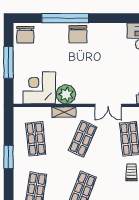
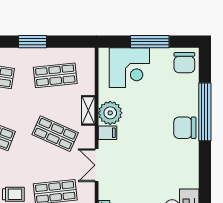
chair: (25, 35) -> (184, 63), turned -90
corner desk: (39, 88) -> (129, 68), moved, turned 90
filing cabinet: (82, 97) -> (107, 133), added

